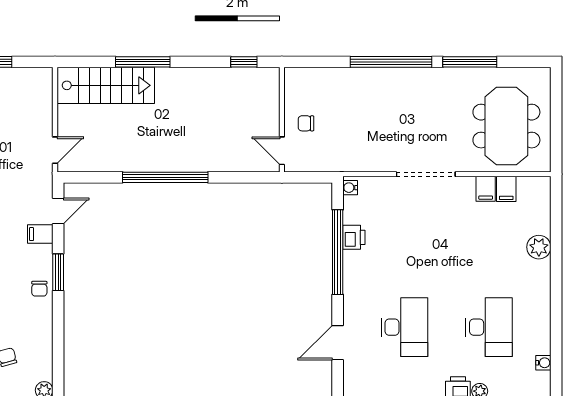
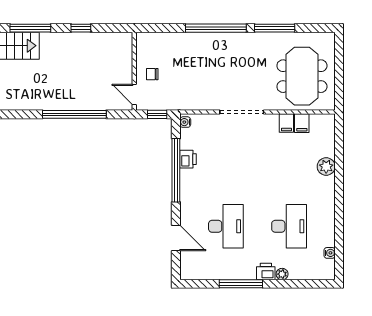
window: (244, 62) -> (81, 28), moved
window: (165, 177) -> (74, 114), moved
window: (312, 177) -> (157, 114), added
door: (338, 343) -> (176, 238), swing flipped

